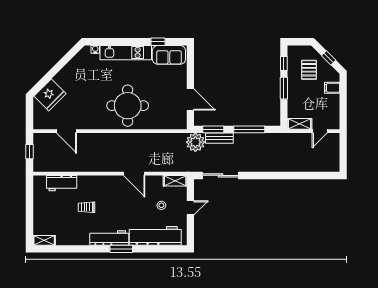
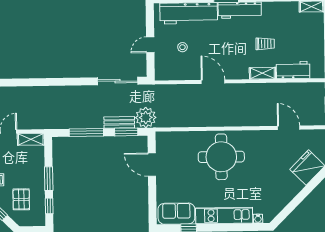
shelving: (175, 181) -> (262, 73), moved

